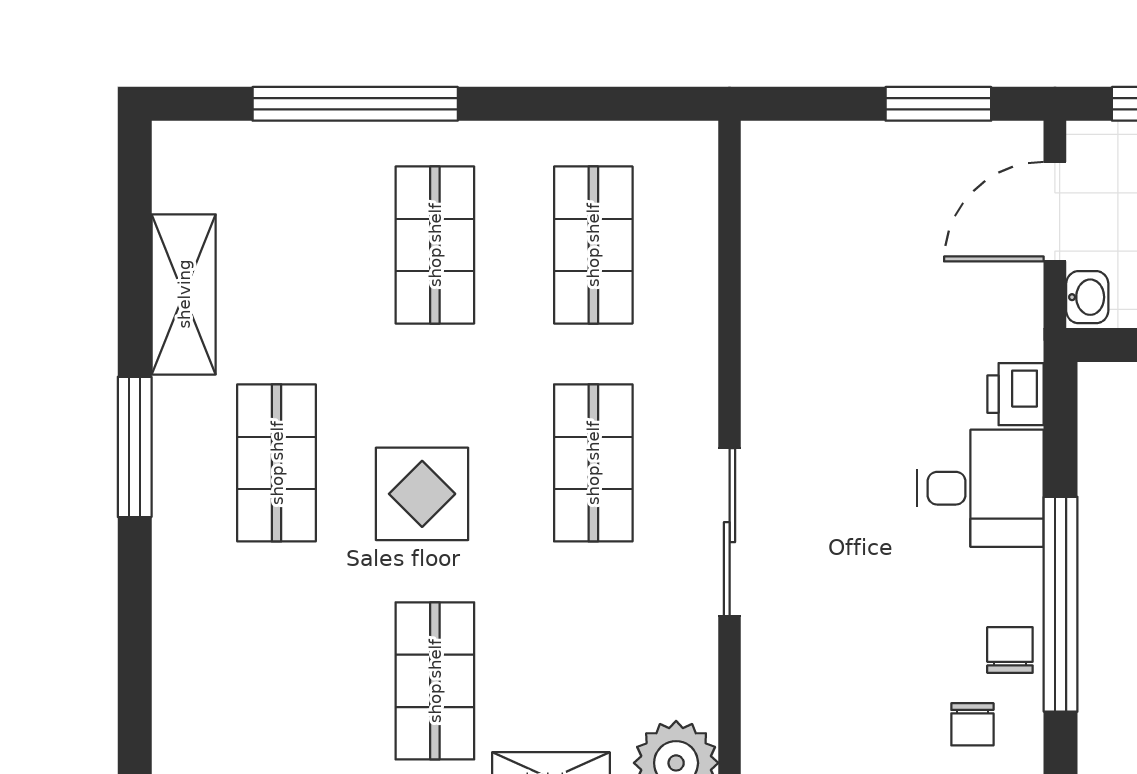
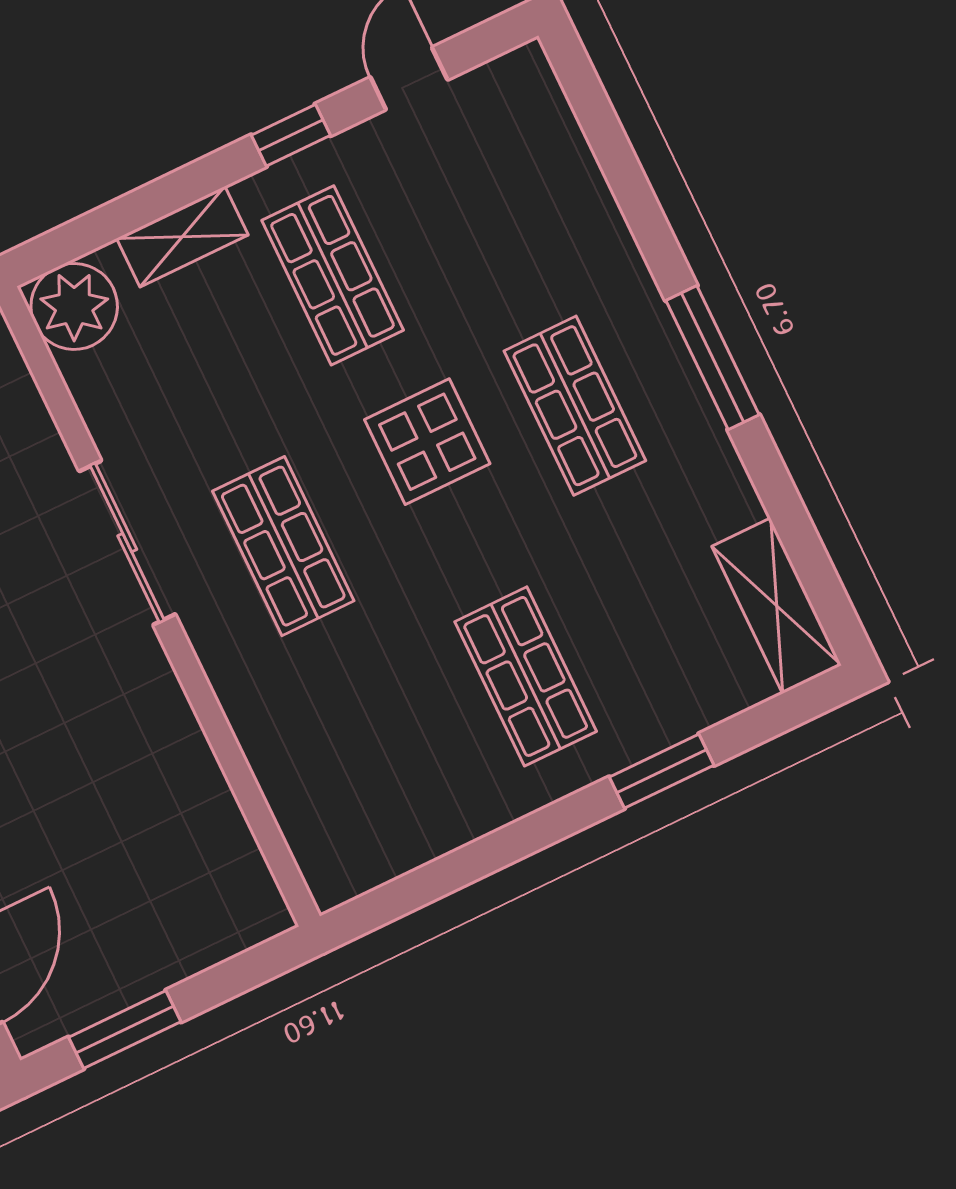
window: (355, 104) -> (662, 771), width x0.47
shop shelf: (593, 245) -> (380, 747), removed
shelving: (184, 294) -> (777, 606), moved

